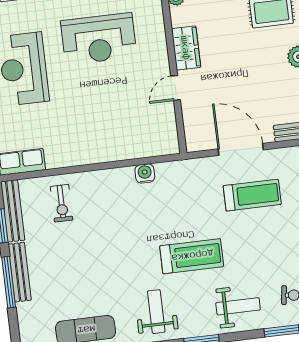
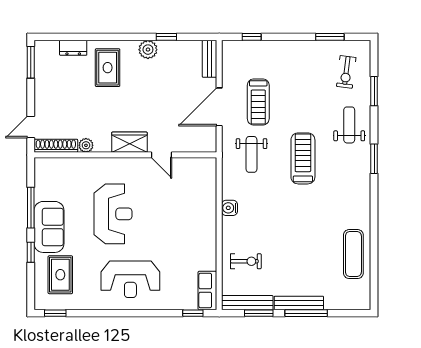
water cooler: (145, 173) -> (229, 208), moved
treadmill: (252, 195) -> (258, 102), turned 180
weight bench: (156, 312) -> (252, 154), moved, turned -90

